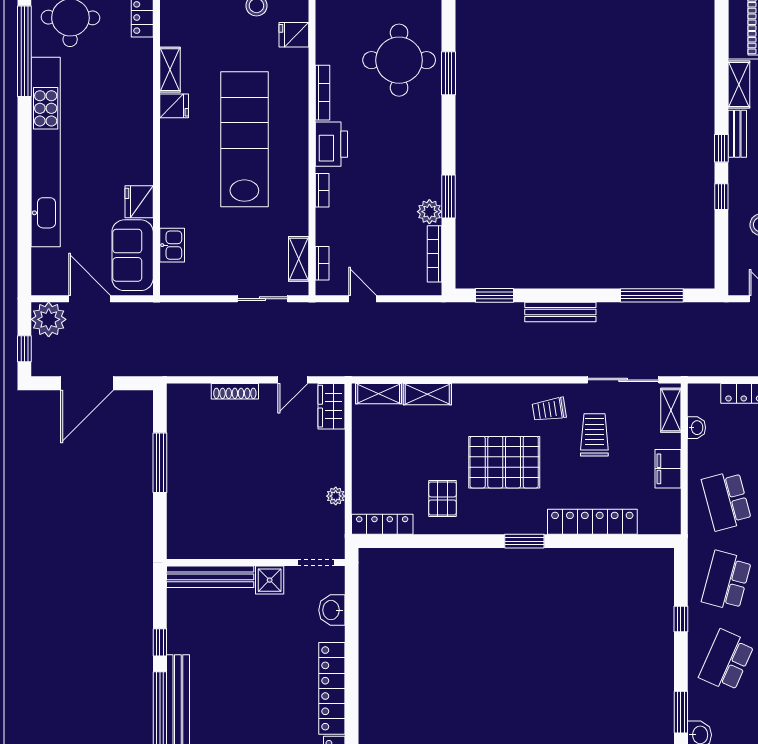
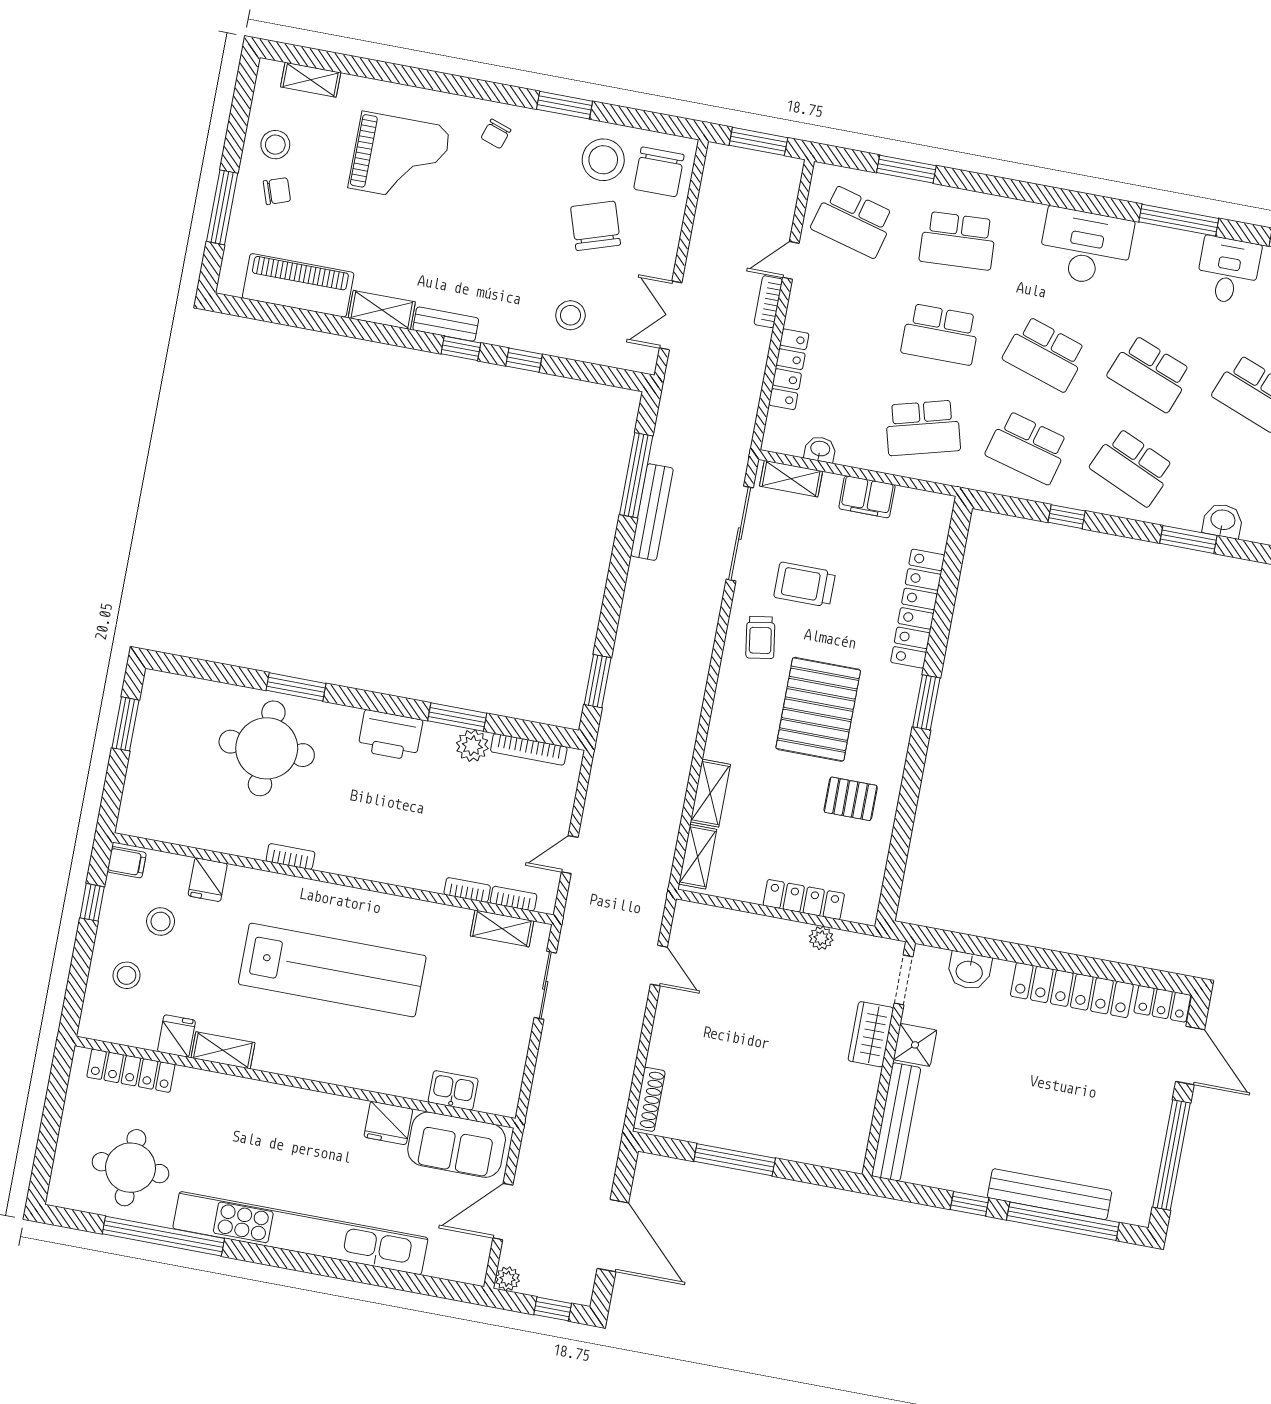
bookcase: (322, 93) -> (290, 856), width x0.64
fridge: (174, 106) -> (176, 1036), moved
lab bench: (244, 139) -> (332, 970), turned 180
printer: (331, 144) -> (390, 735), moved, turned 180
bookcase: (322, 190) -> (467, 890), moved
bench: (560, 312) -> (652, 512), moved
plant: (49, 319) -> (507, 1279), width x0.53, depth x0.53
shoe rack: (235, 391) -> (649, 1099), moved
wardrobe: (331, 406) -> (871, 1034), moved, turned 90
locker: (382, 524) -> (804, 899), moved, turned 90

